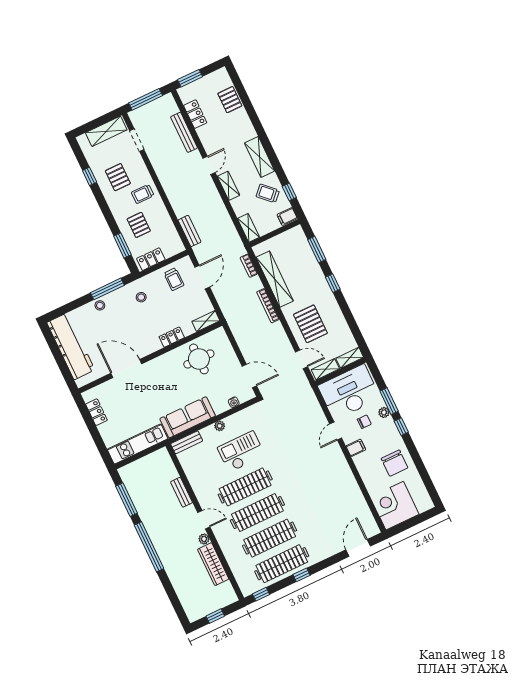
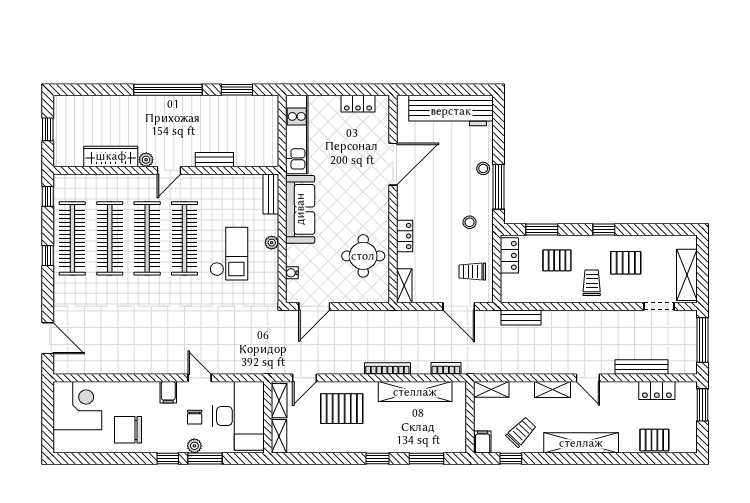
shelving: (260, 157) -> (581, 443), width x1.47
window: (90, 176) -> (604, 229), moved
window: (126, 500) -> (237, 90), width x0.69

